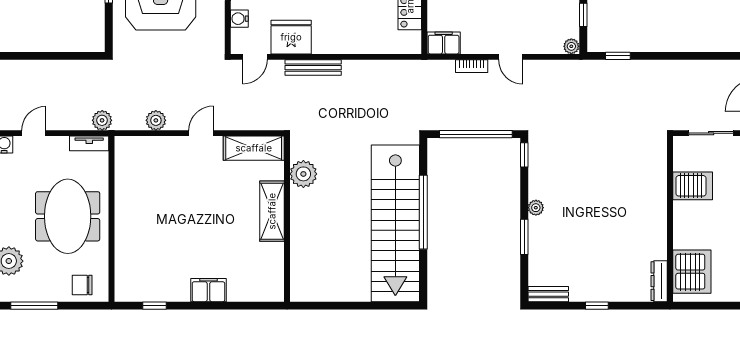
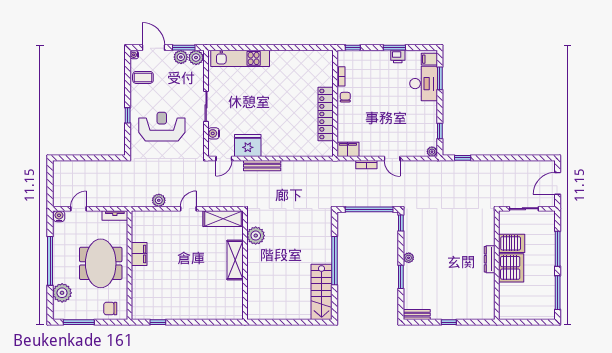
plant: (102, 120) -> (123, 200), removed
stairs: (395, 223) -> (322, 292), width x0.54, depth x0.66
server rack: (692, 272) -> (511, 268), moved
dresser: (659, 281) -> (490, 259), moved
filing cabinet: (208, 290) -> (139, 254), moved, turned 90

